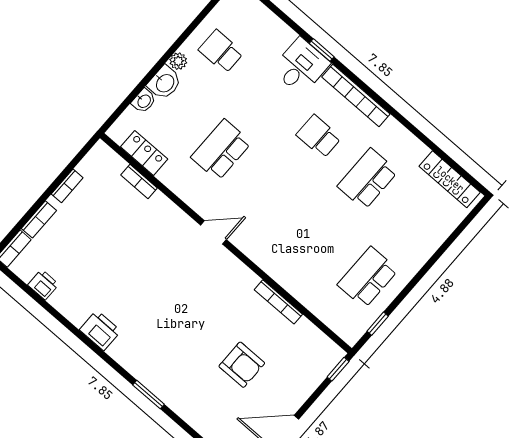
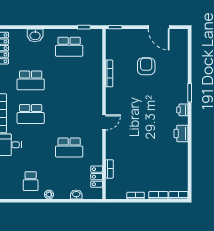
washbasin: (165, 83) -> (35, 35), moved, turned 180
school desk: (319, 136) -> (31, 114), width x1.85
door: (214, 232) -> (104, 122), swing flipped
printer: (43, 285) -> (182, 110), moved

